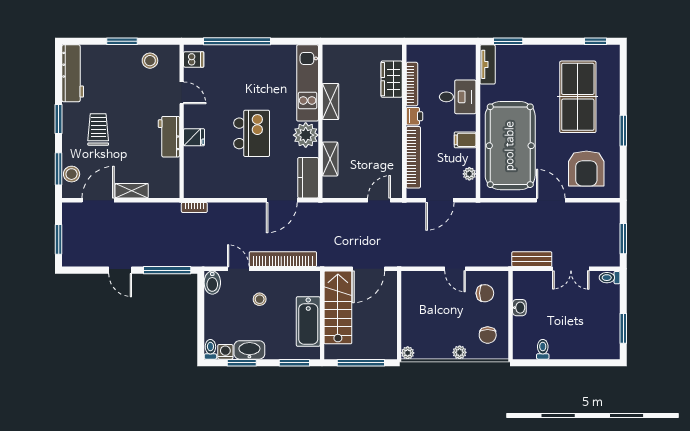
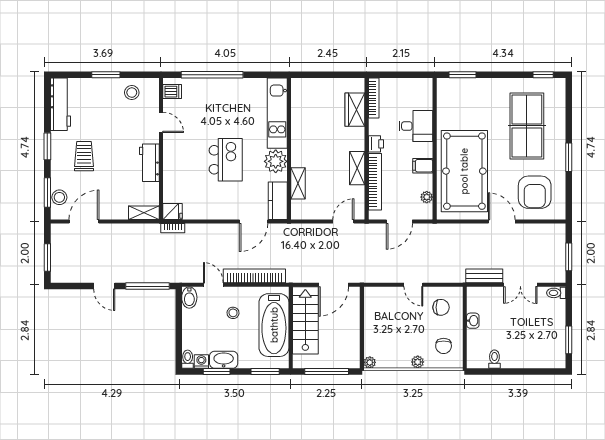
tv unit: (488, 64) -> (443, 96), removed
bookcase: (412, 84) -> (374, 98), moved
shelving: (331, 101) -> (357, 168), moved
fridge: (194, 137) -> (172, 212), moved
shelving: (132, 191) -> (144, 213), moved
bathtub: (308, 322) -> (274, 325), width x1.36, depth x1.36

